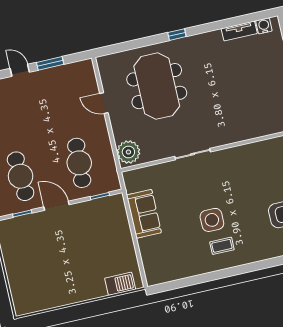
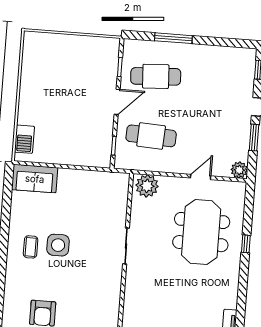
window: (177, 35) -> (246, 244), moved
plant: (86, 68) -> (239, 170), added
meeting table: (157, 86) -> (201, 232), turned 90
sofa: (144, 214) -> (35, 179), moved

